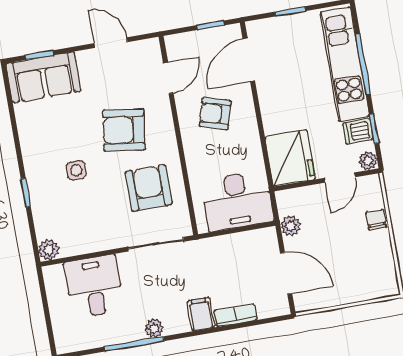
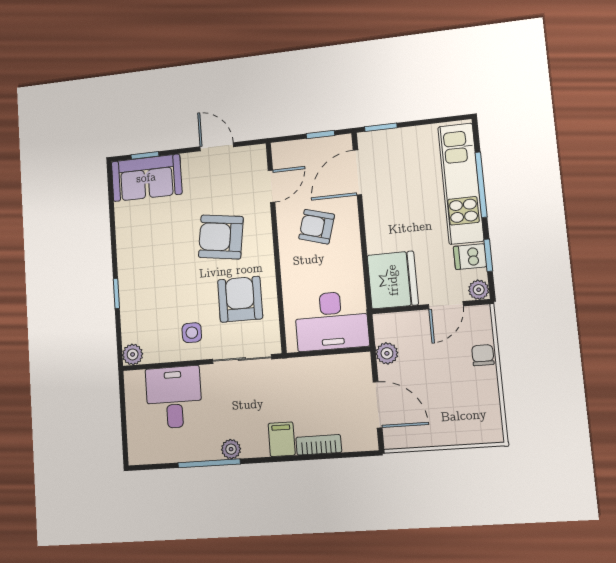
window: (290, 11) -> (381, 127), moved
side table: (76, 170) -> (192, 333), moved

